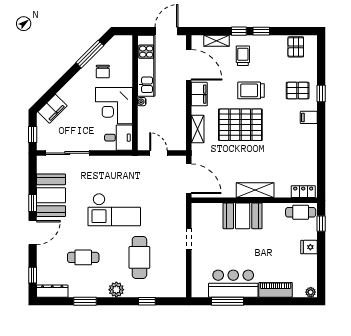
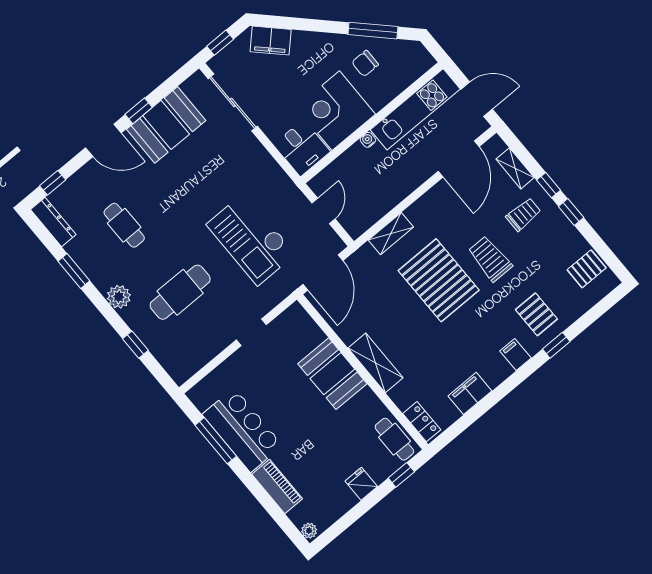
filing cabinet: (199, 94) -> (470, 393), moved, turned 180
checkout: (114, 210) -> (251, 239), moved

